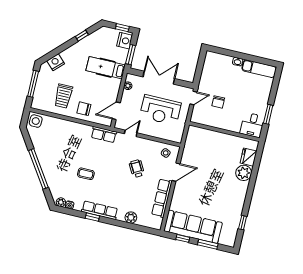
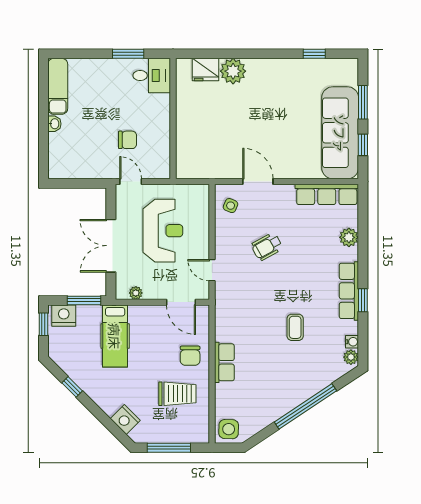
row of seats: (104, 135) -> (224, 362), moved
row of seats: (162, 198) -> (327, 194), moved

